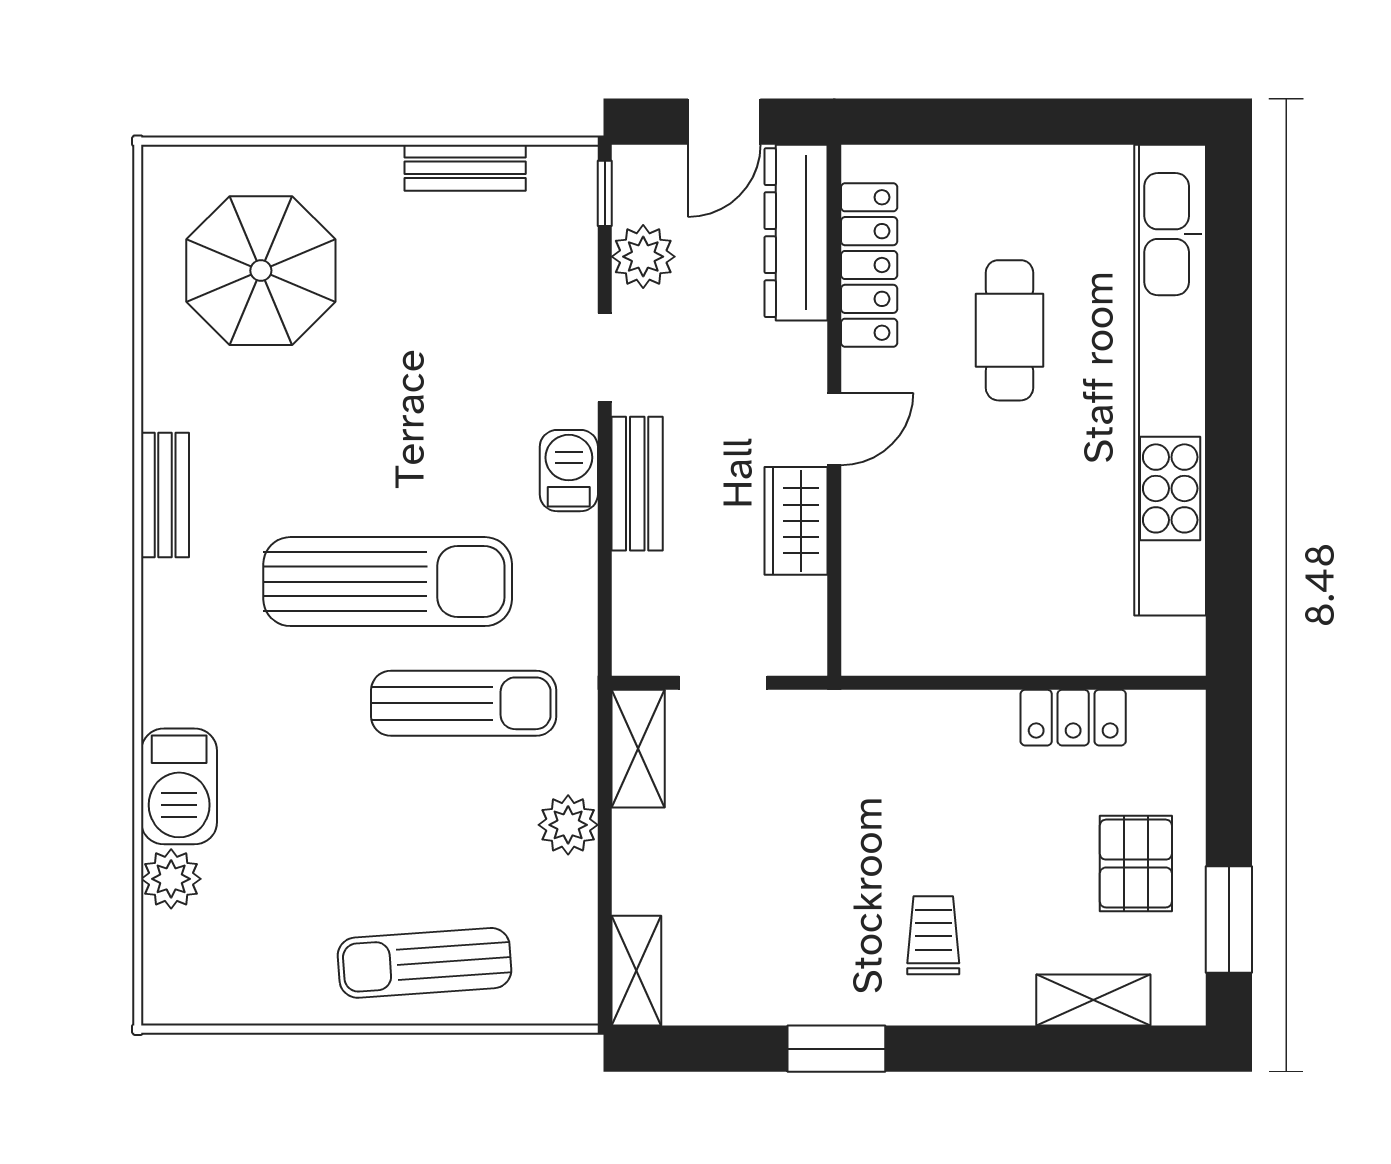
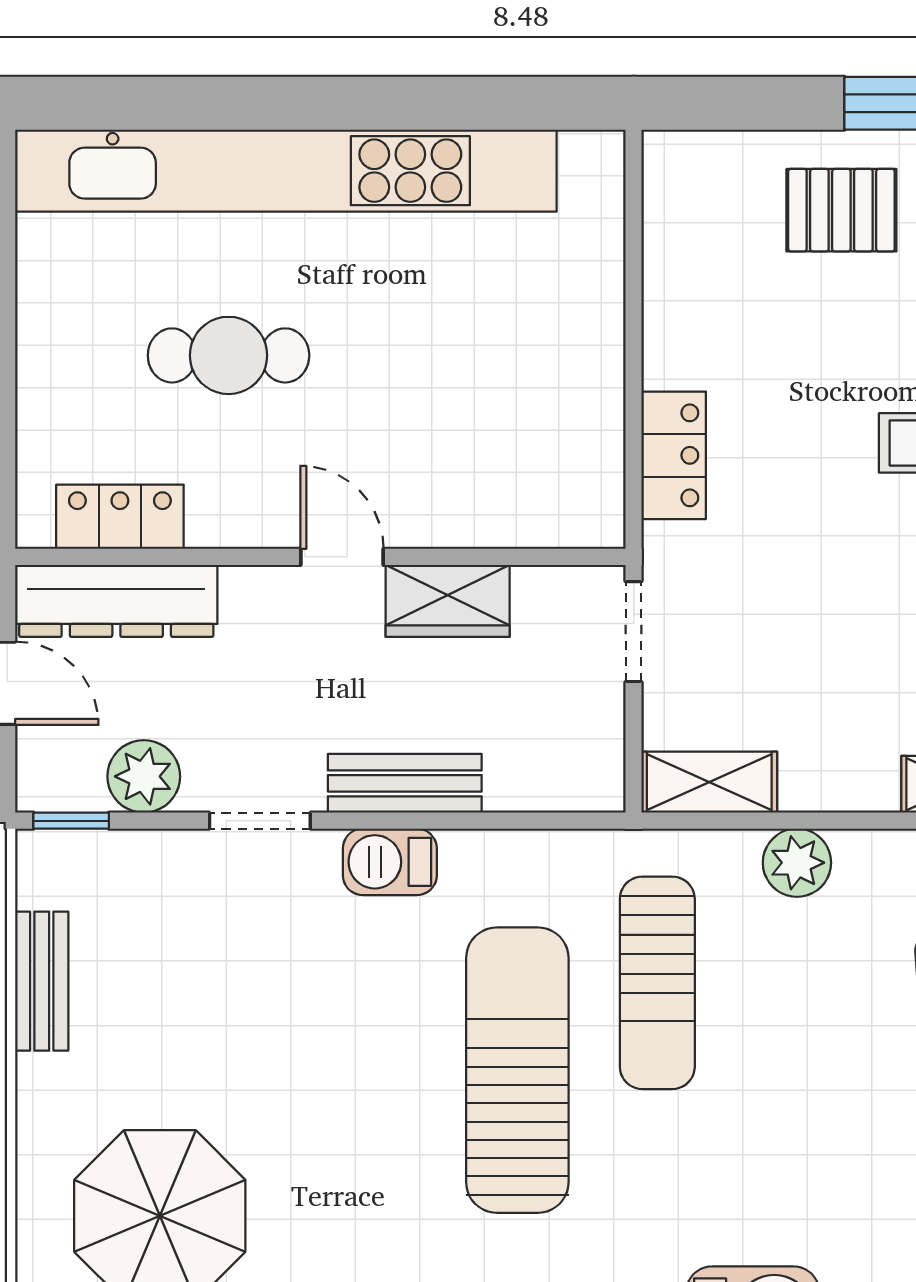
locker: (869, 265) -> (120, 517), width x0.66
doorway: (723, 683) -> (634, 632), moved
sun lounger: (464, 703) -> (657, 983), turned 180
locker: (1073, 718) -> (674, 455), moved

